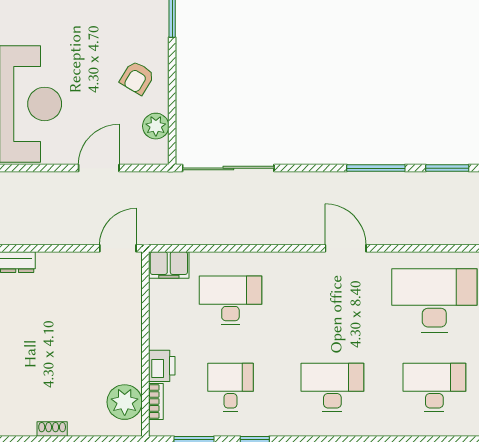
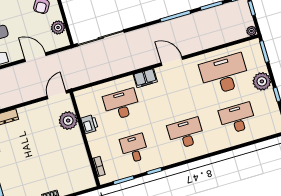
door: (99, 168) -> (35, 57), hinge flipped
filing cabinet: (169, 265) -> (145, 78), moved
printer: (162, 366) -> (90, 124), moved
plant: (125, 402) -> (68, 121), moved

